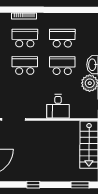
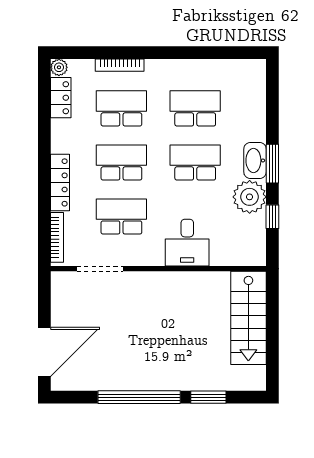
school desk: (25, 93) -> (121, 217), added
window: (33, 185) -> (139, 397), width x3.17
window: (80, 185) -> (208, 397), moved

